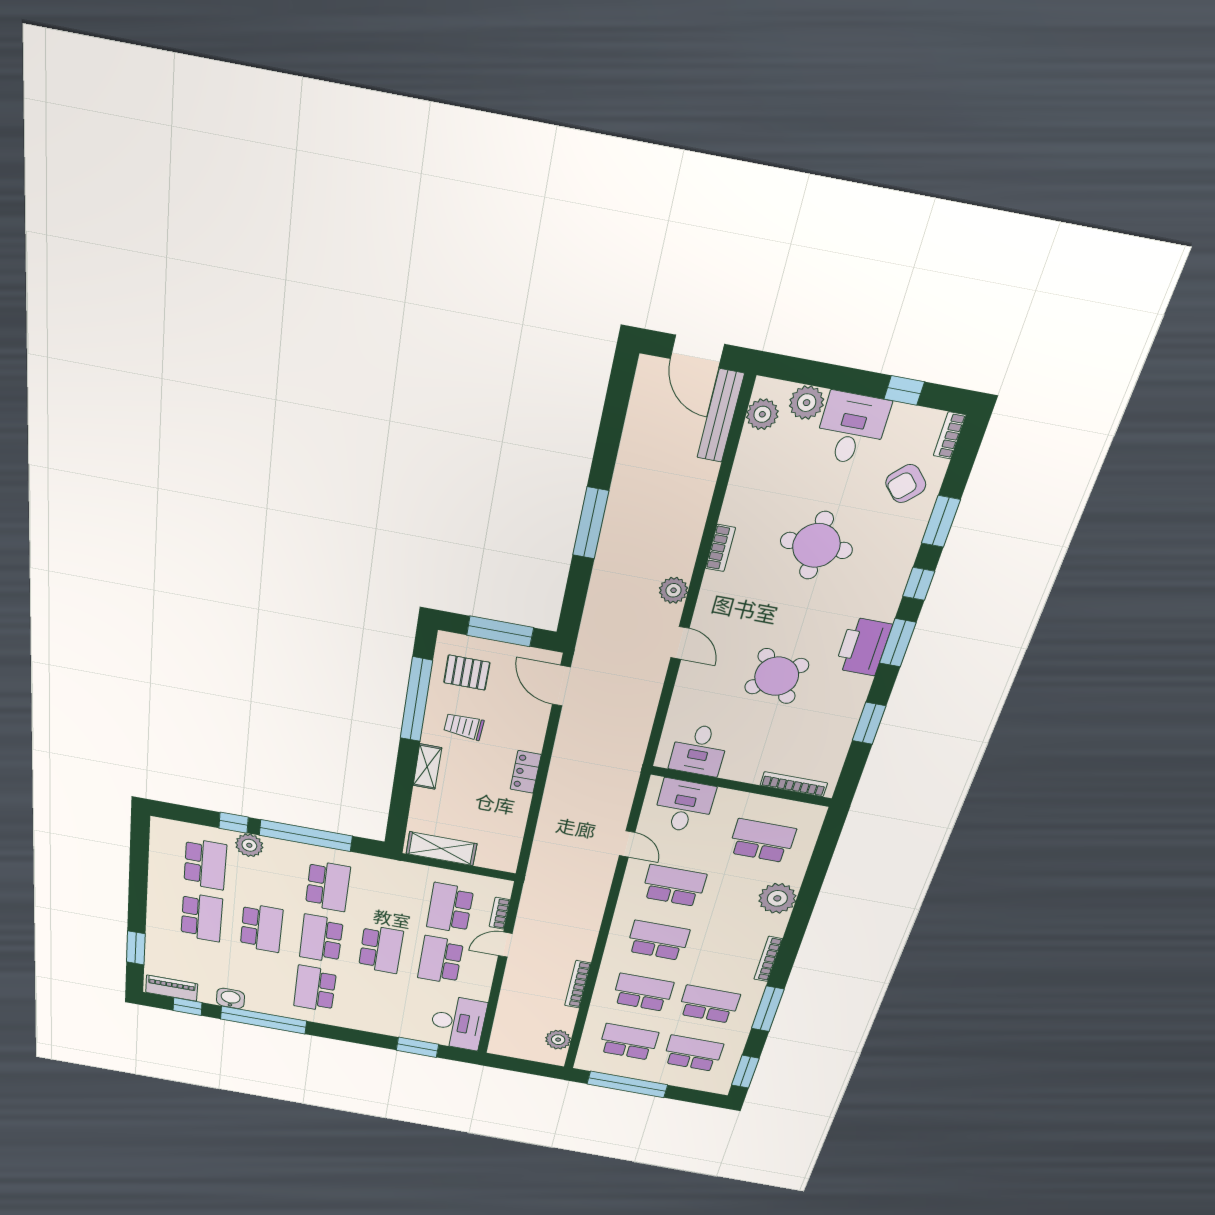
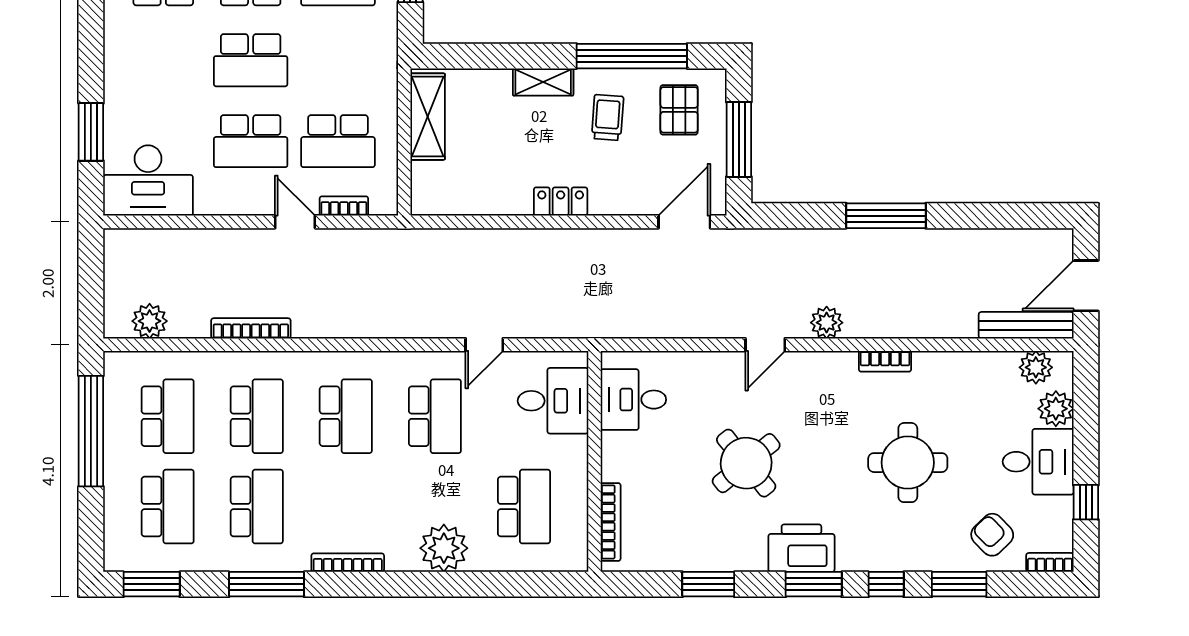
school desk: (450, 908) -> (338, 141), turned 180
school desk: (440, 960) -> (251, 141), turned 180

